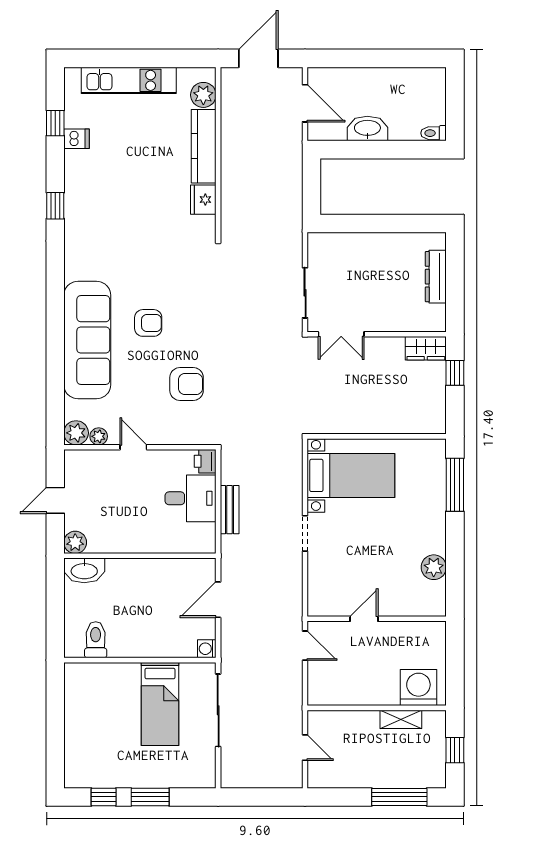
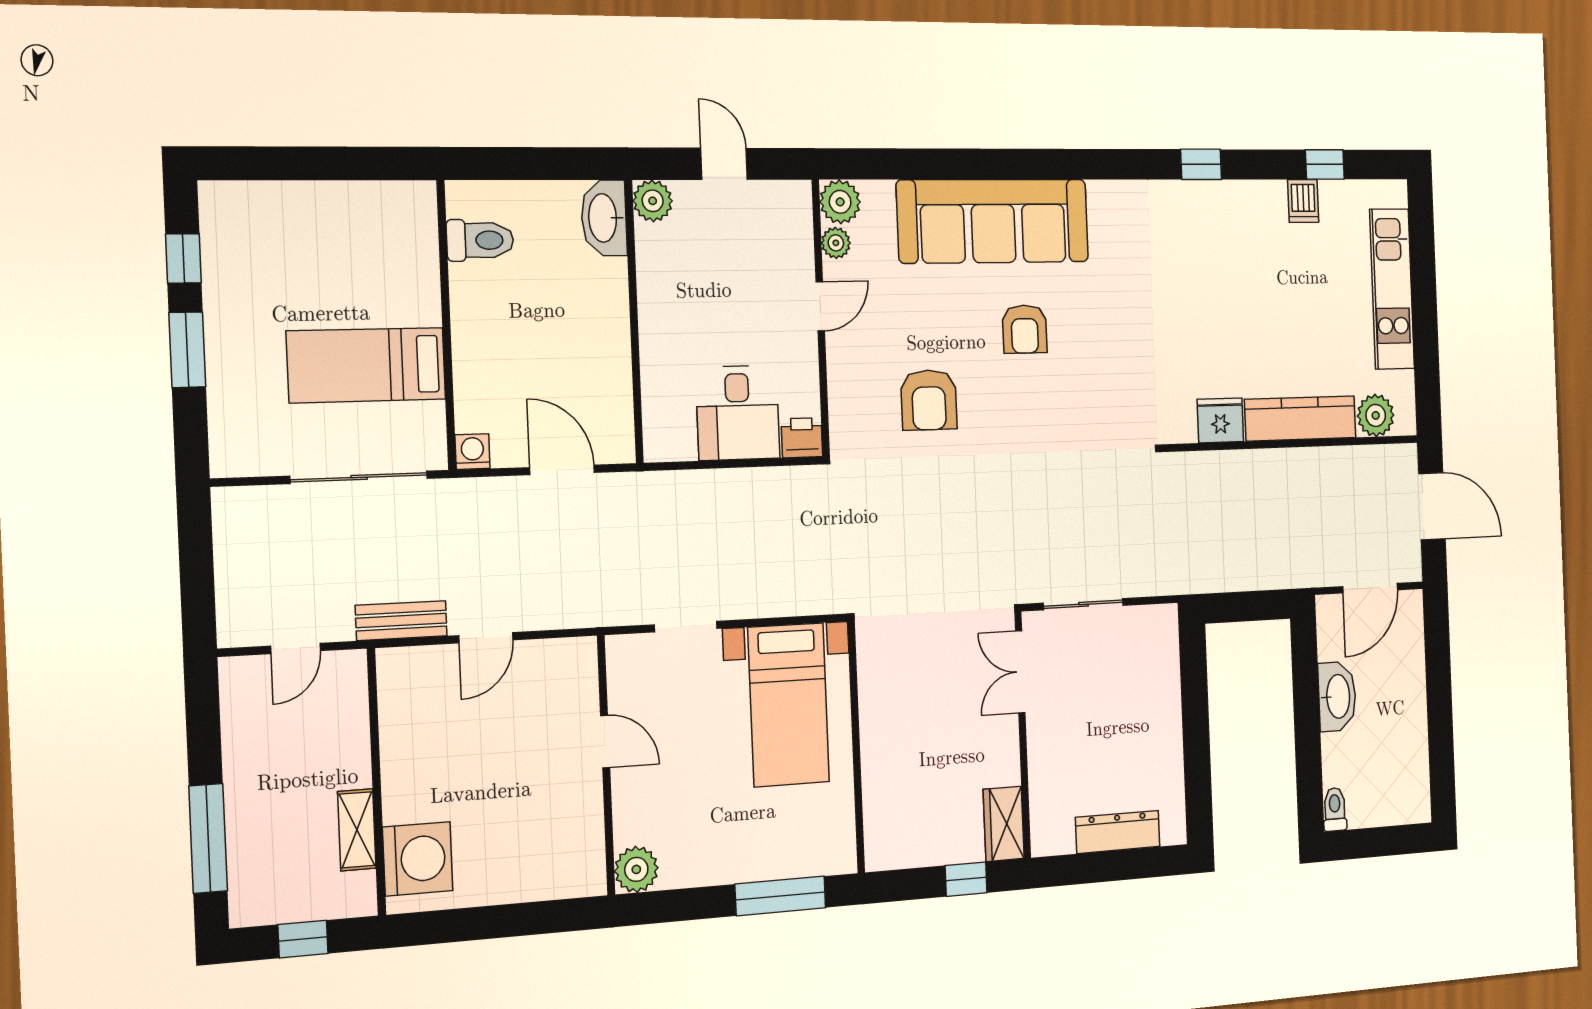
bench: (230, 510) -> (401, 621), moved
door: (364, 619) -> (605, 741), moved
wall: (377, 619) -> (606, 765), moved

